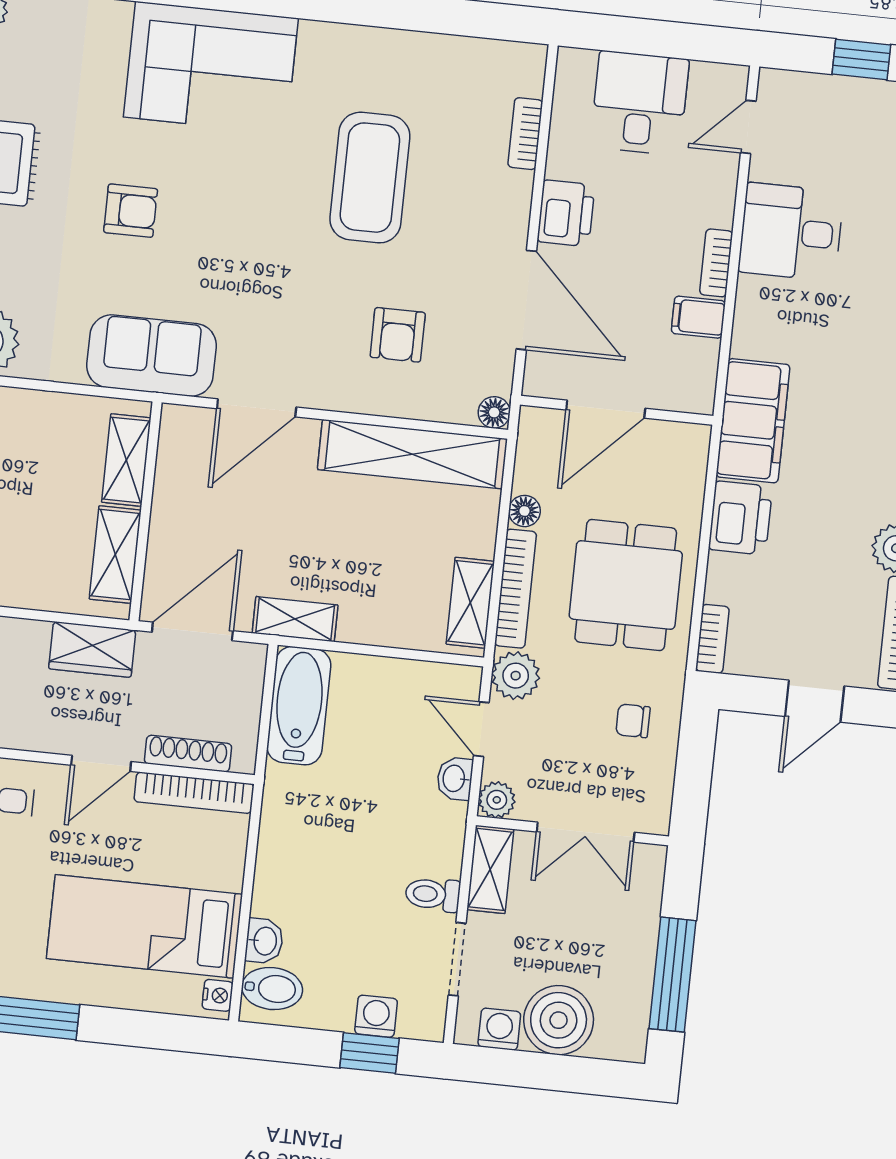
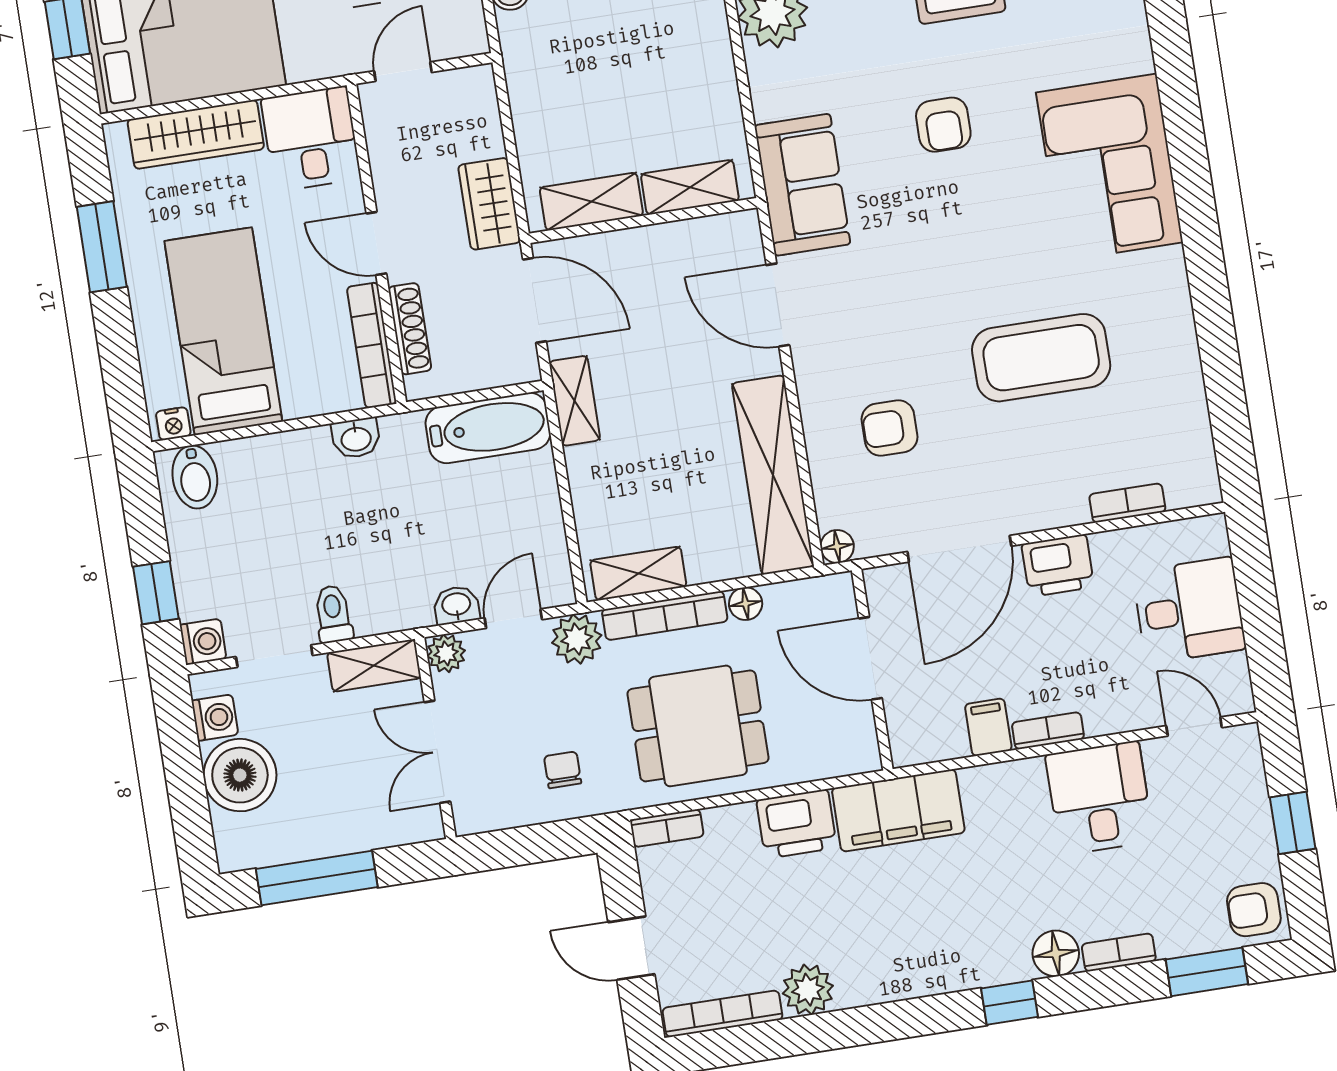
washbasin: (264, 941) -> (356, 438), moved
washing machine: (376, 1016) -> (203, 642), moved

